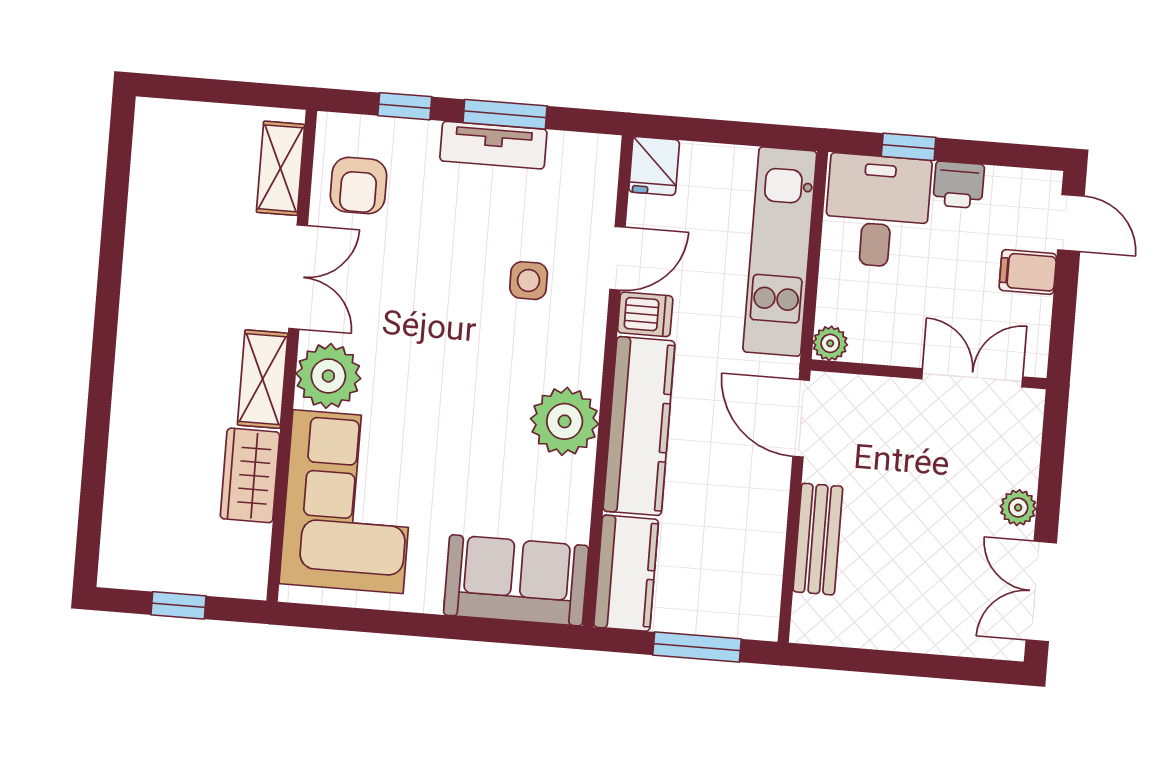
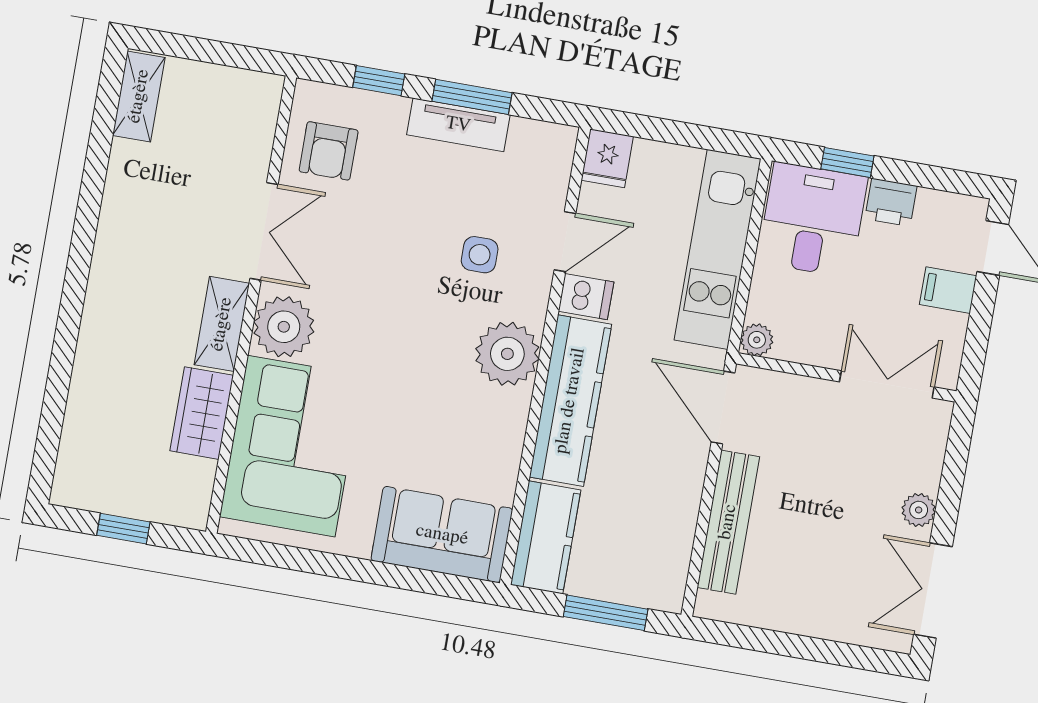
shelving: (281, 168) -> (139, 96), moved
plant: (565, 421) -> (507, 354), moved
bench: (818, 539) -> (728, 522), width x1.36

